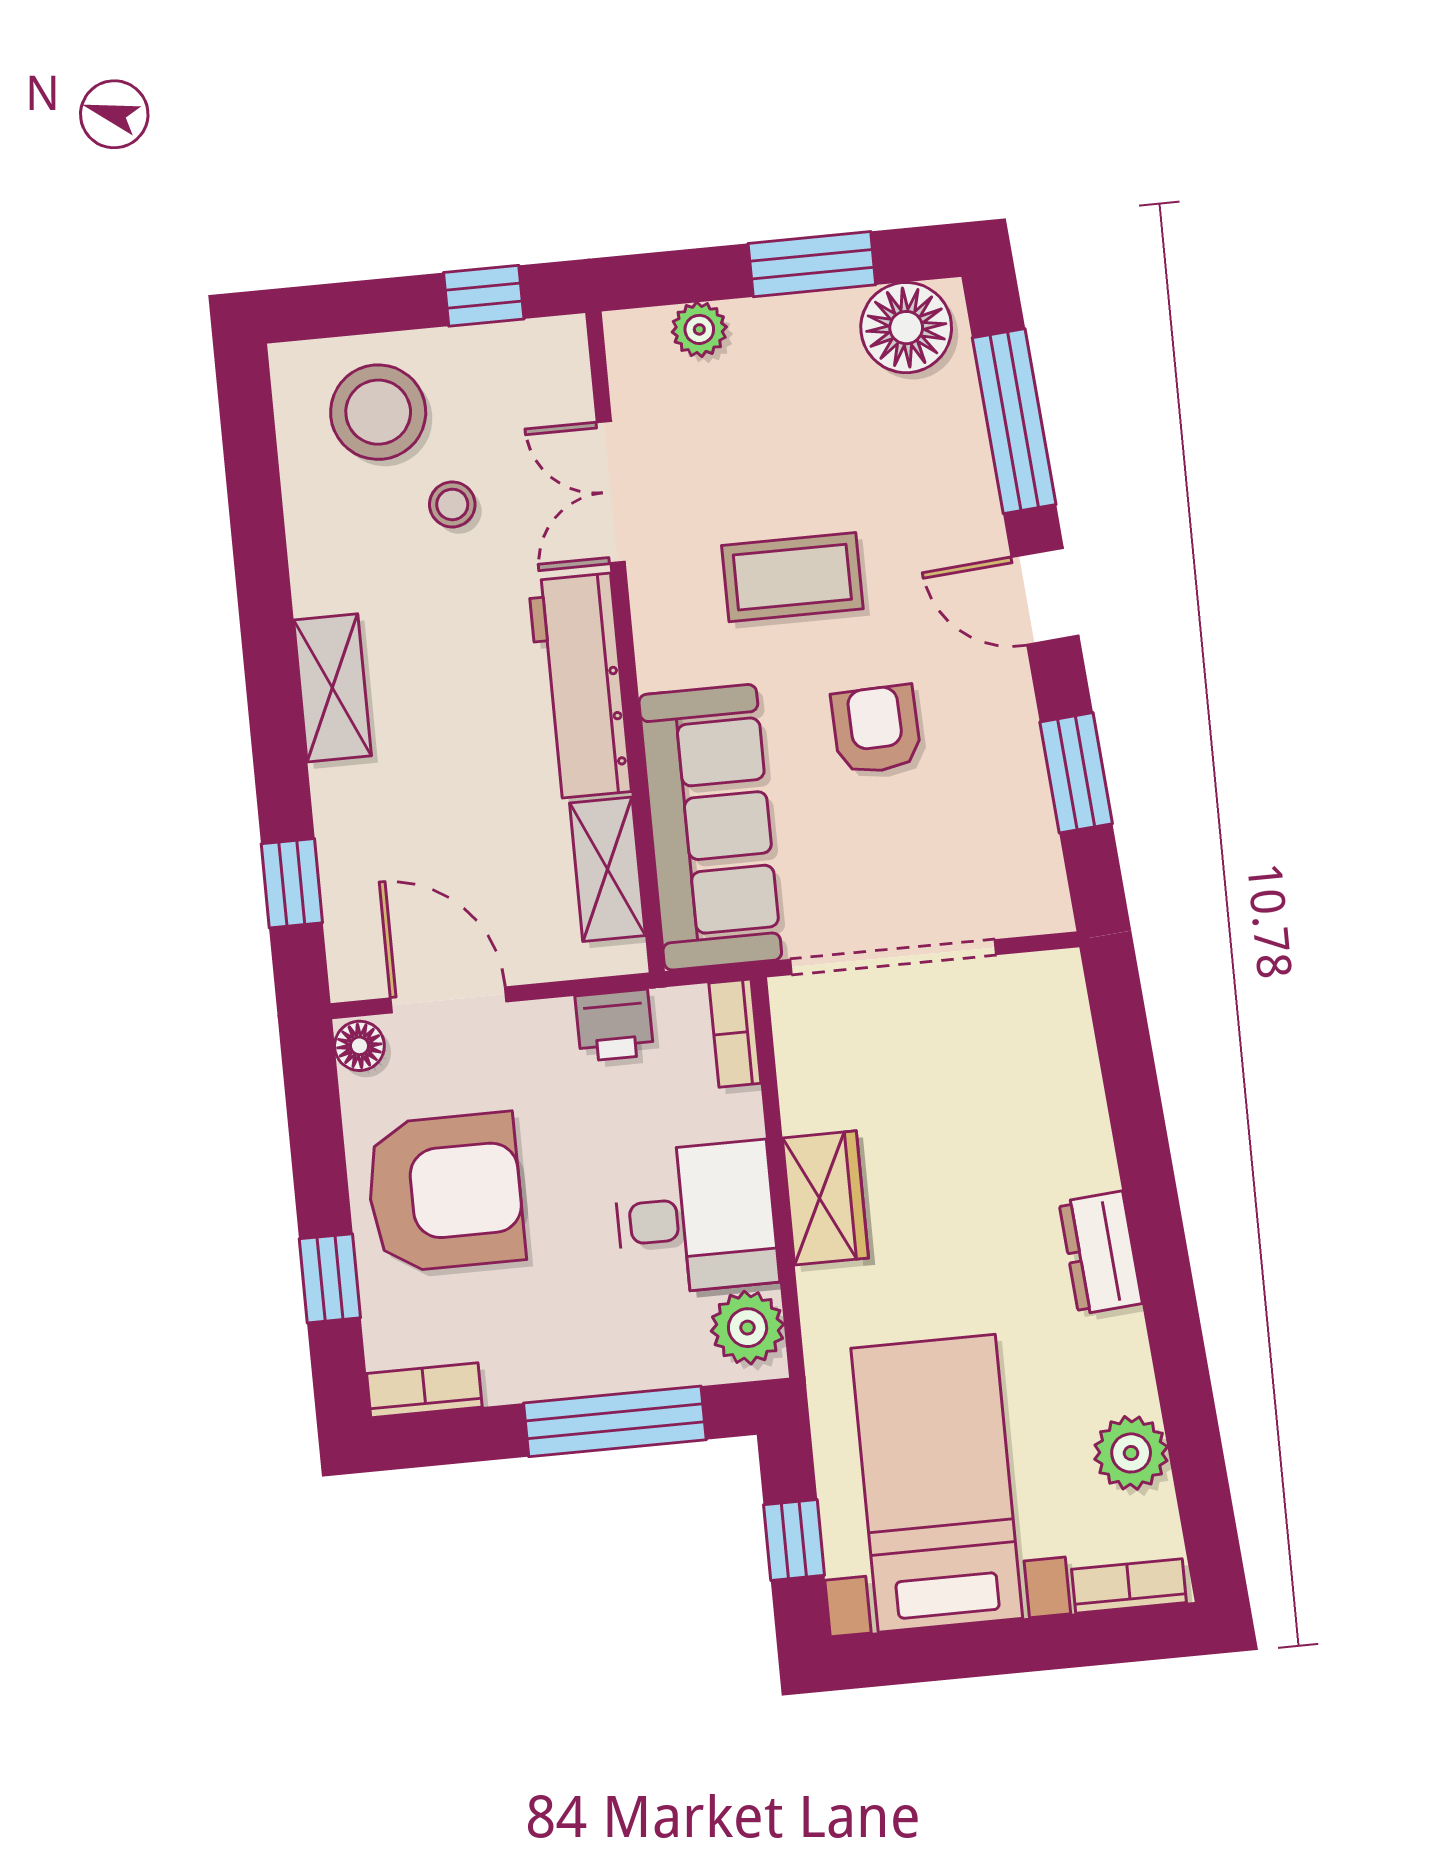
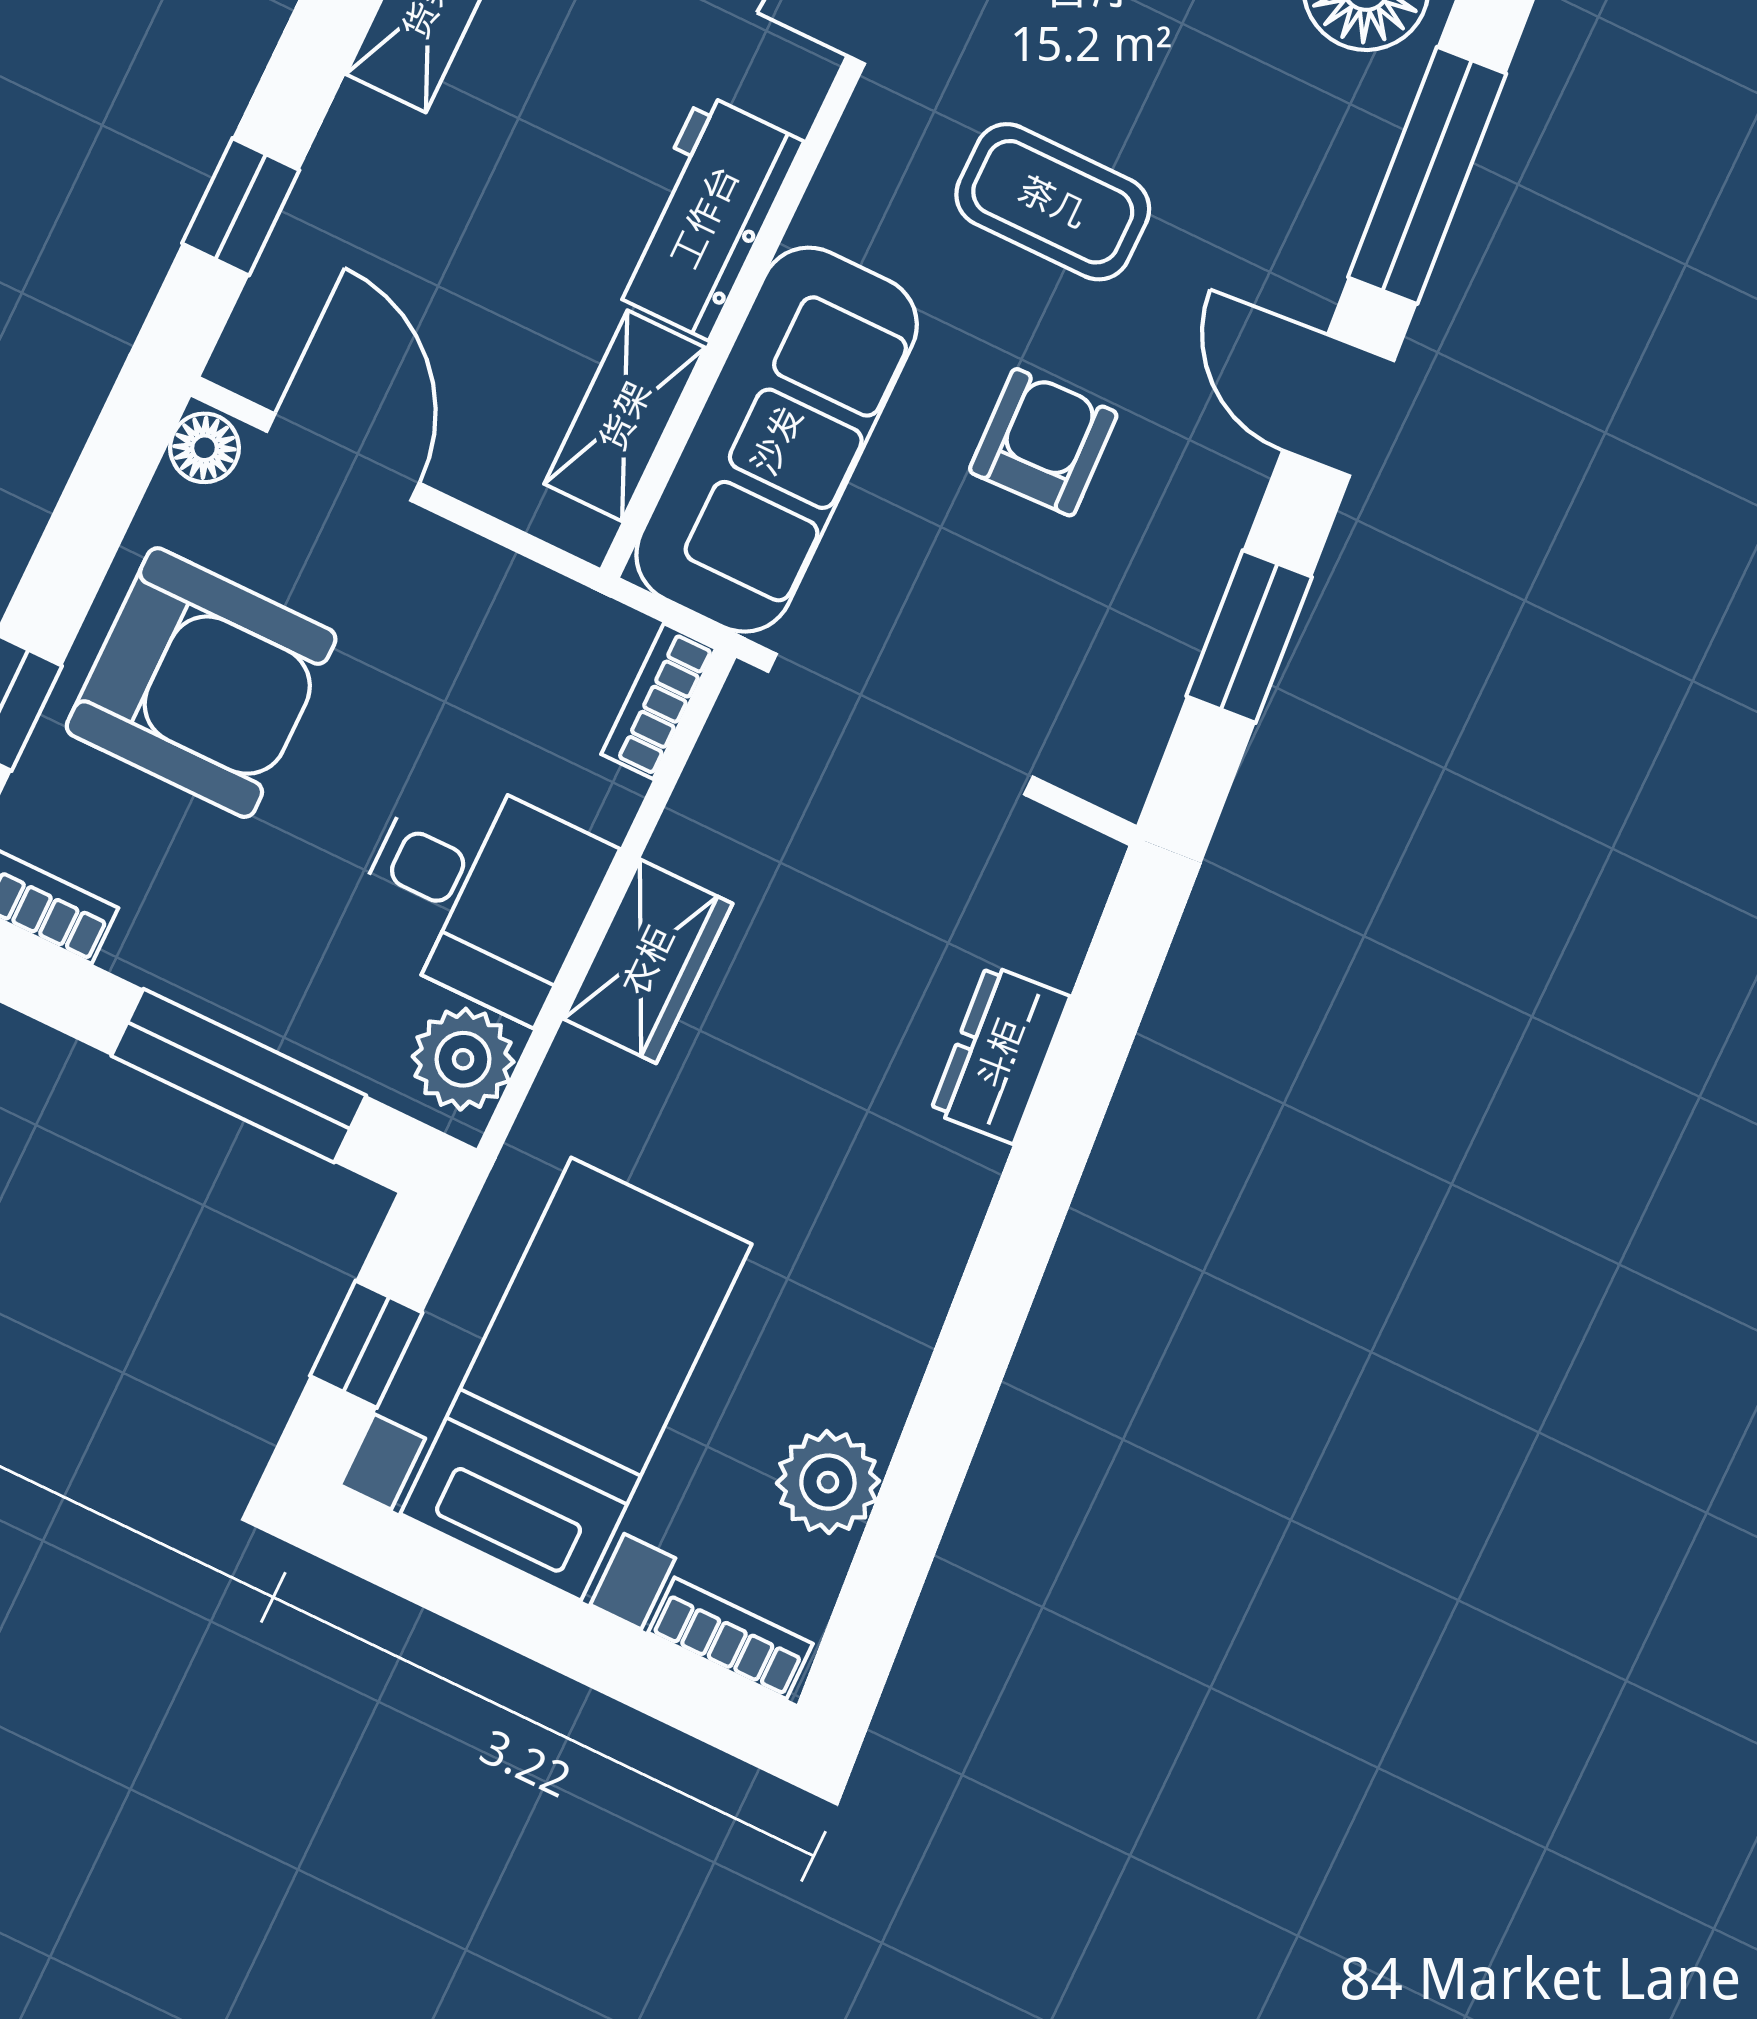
workbench: (580, 686) -> (705, 217), width x0.73
printer: (614, 1025) -> (521, 606), removed
dresser: (1101, 1253) -> (1000, 1054), moved

